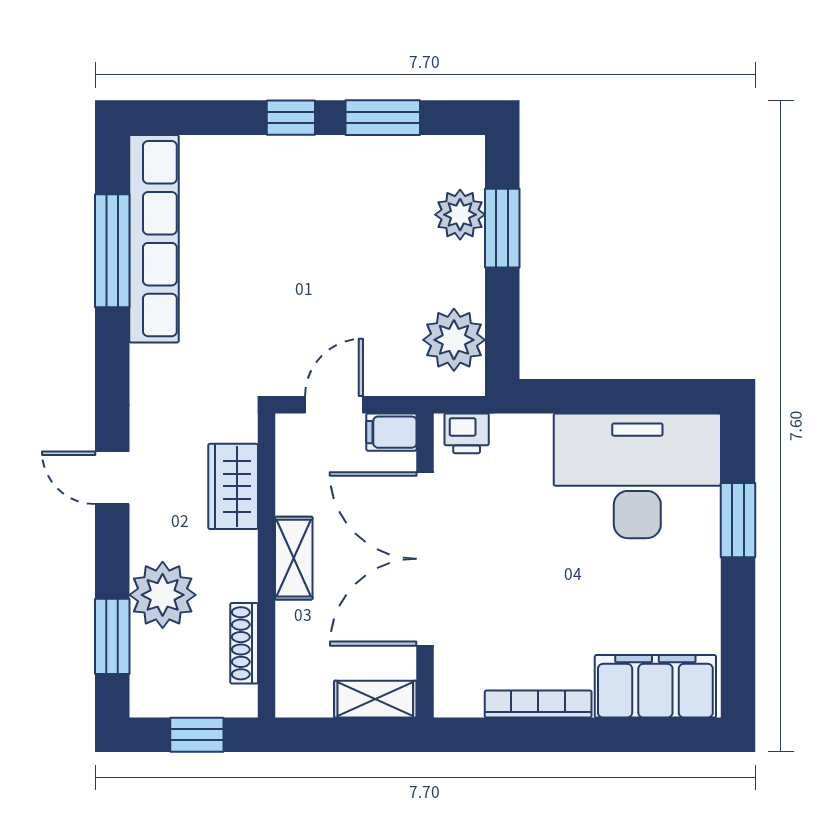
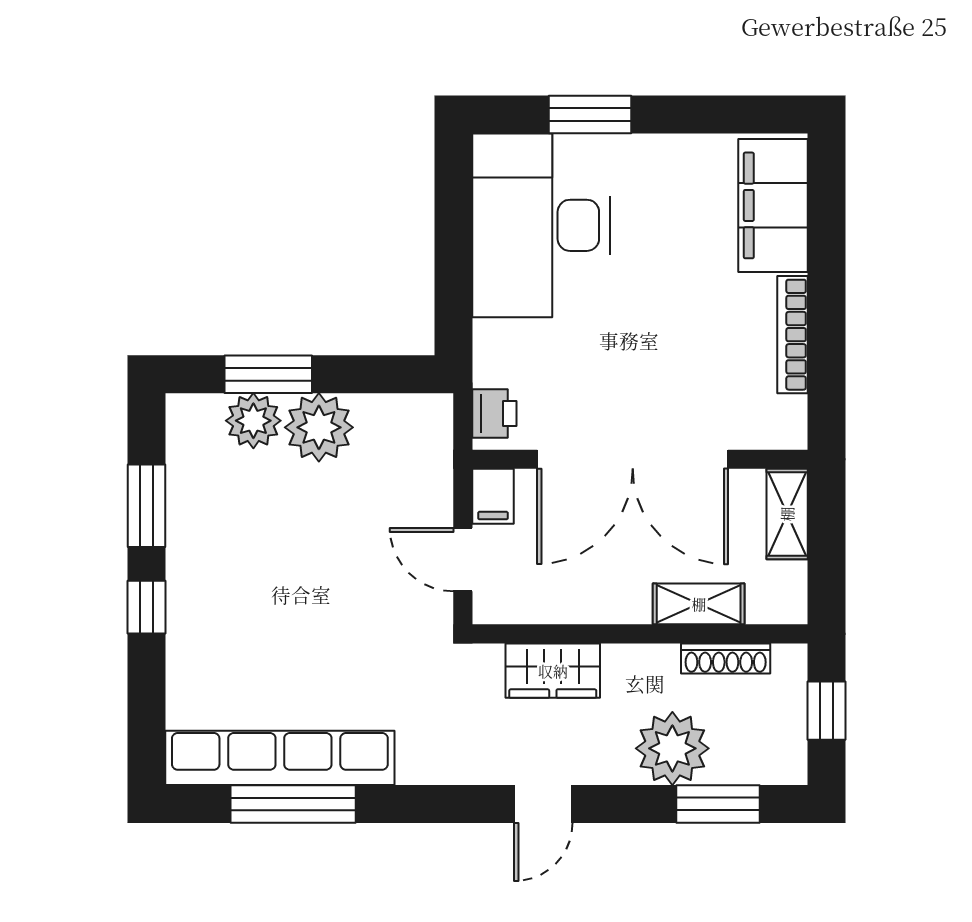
plant: (454, 340) -> (319, 427), moved
shelving: (294, 558) -> (699, 604), moved

